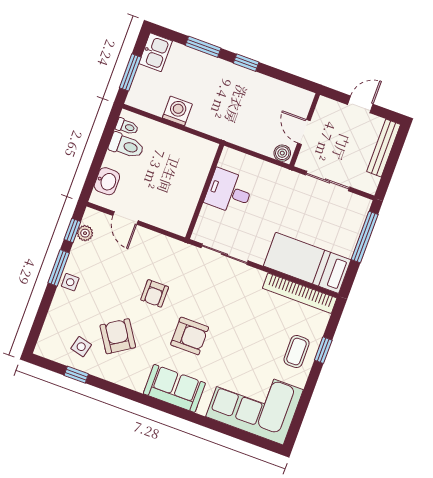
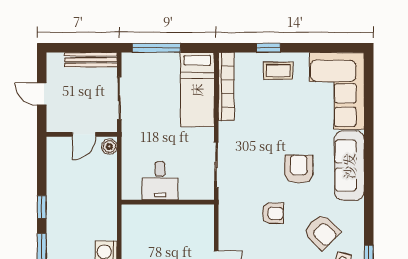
bench: (384, 148) -> (91, 60), moved
armchair: (118, 336) -> (322, 232), turned -103
sofa: (174, 388) -> (349, 166), width x1.36

